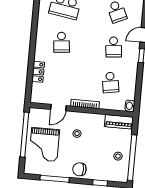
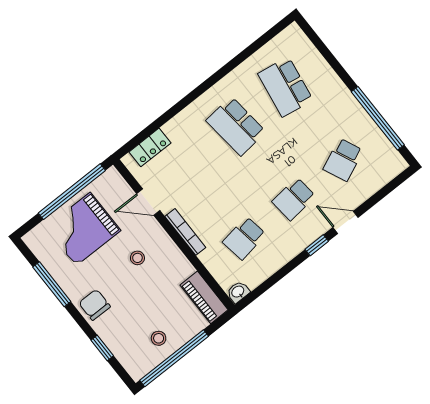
school desk: (62, 42) -> (236, 126), width x1.85
locker: (38, 72) -> (150, 147), moved

